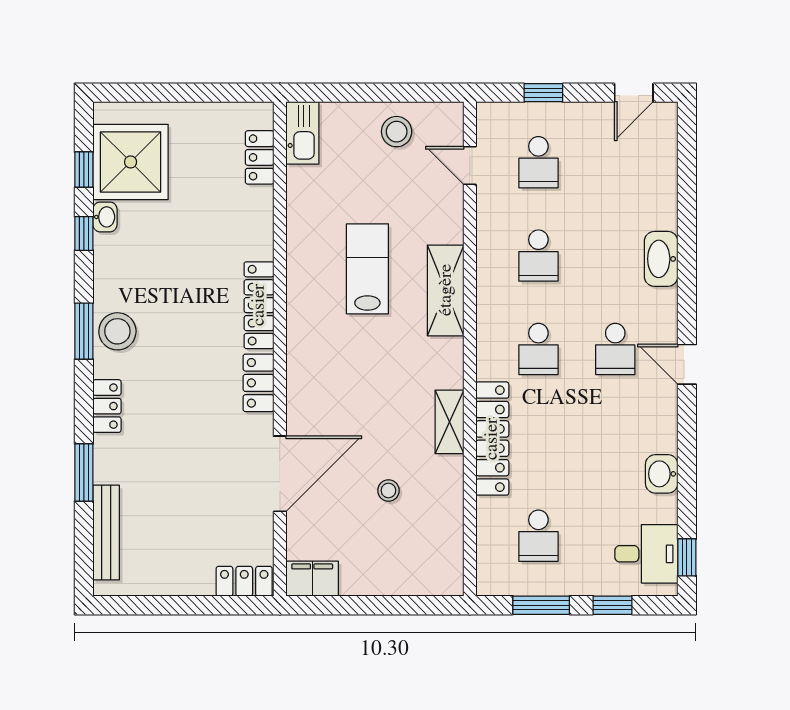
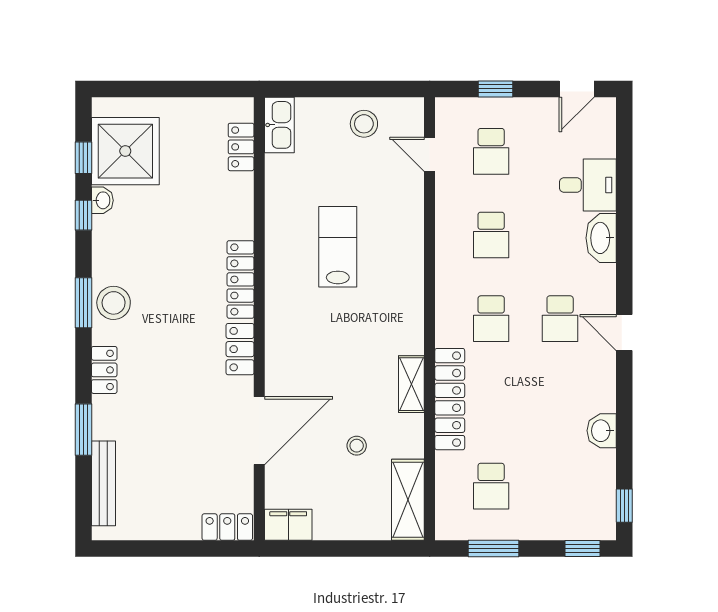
shelving: (446, 290) -> (408, 500), moved
desk: (646, 554) -> (588, 185), moved
window: (612, 605) -> (582, 549), moved

